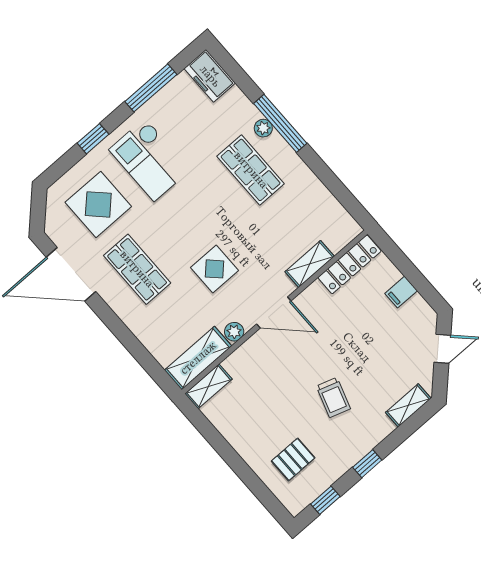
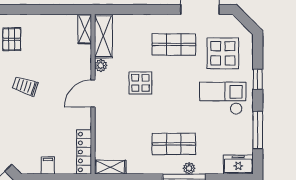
shelving: (310, 264) -> (110, 167), moved, turned 90

